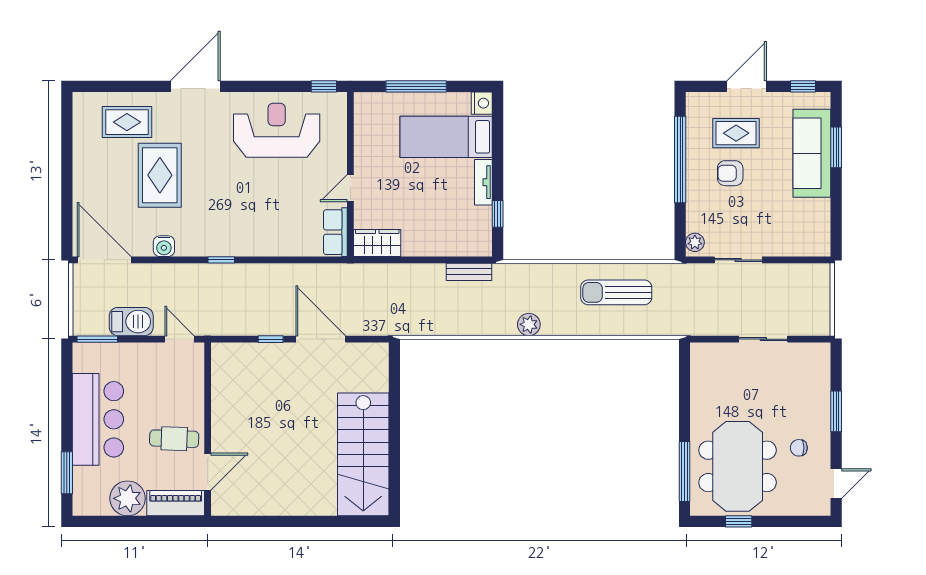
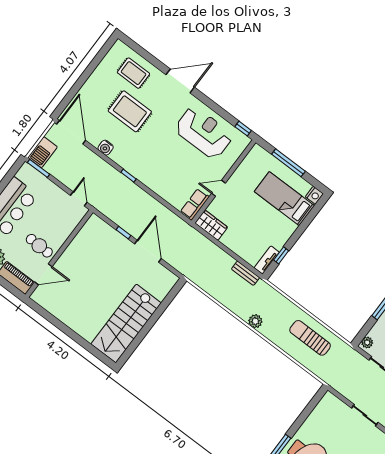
rug: (160, 175) -> (130, 111), turned 90
tv unit: (483, 182) -> (267, 260), moved
barbecue: (131, 322) -> (43, 152), moved, turned 90

